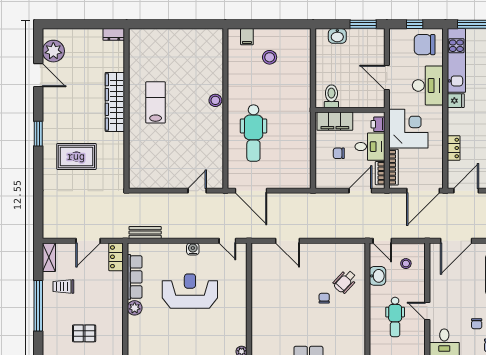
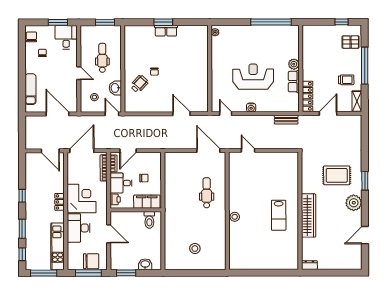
window: (415, 24) -> (88, 273), width x2.17
filing cabinet: (247, 37) -> (212, 264), removed
chair: (425, 45) -> (91, 261), moved
plant: (53, 51) -> (354, 203), moved
door: (38, 75) -> (365, 235), hinge flipped
fridge: (456, 101) -> (58, 217), removed
corner desk: (408, 129) -> (82, 198), moved, turned 180
dental chair: (253, 133) -> (207, 193), width x0.73, depth x0.72
window: (38, 134) -> (365, 181), moved
locker: (454, 148) -> (60, 202), moved
door: (197, 191) -> (248, 150), swing flipped
door: (466, 191) -> (50, 151), hinge flipped
door: (456, 241) -> (58, 114), hinge flipped
locker: (116, 257) -> (307, 96), width x1.53
row of seats: (135, 277) -> (294, 82), width x0.68
reception desk: (190, 291) -> (253, 77), turned 180
door: (427, 311) -> (79, 73), moved
pallet: (84, 333) -> (351, 42), moved

